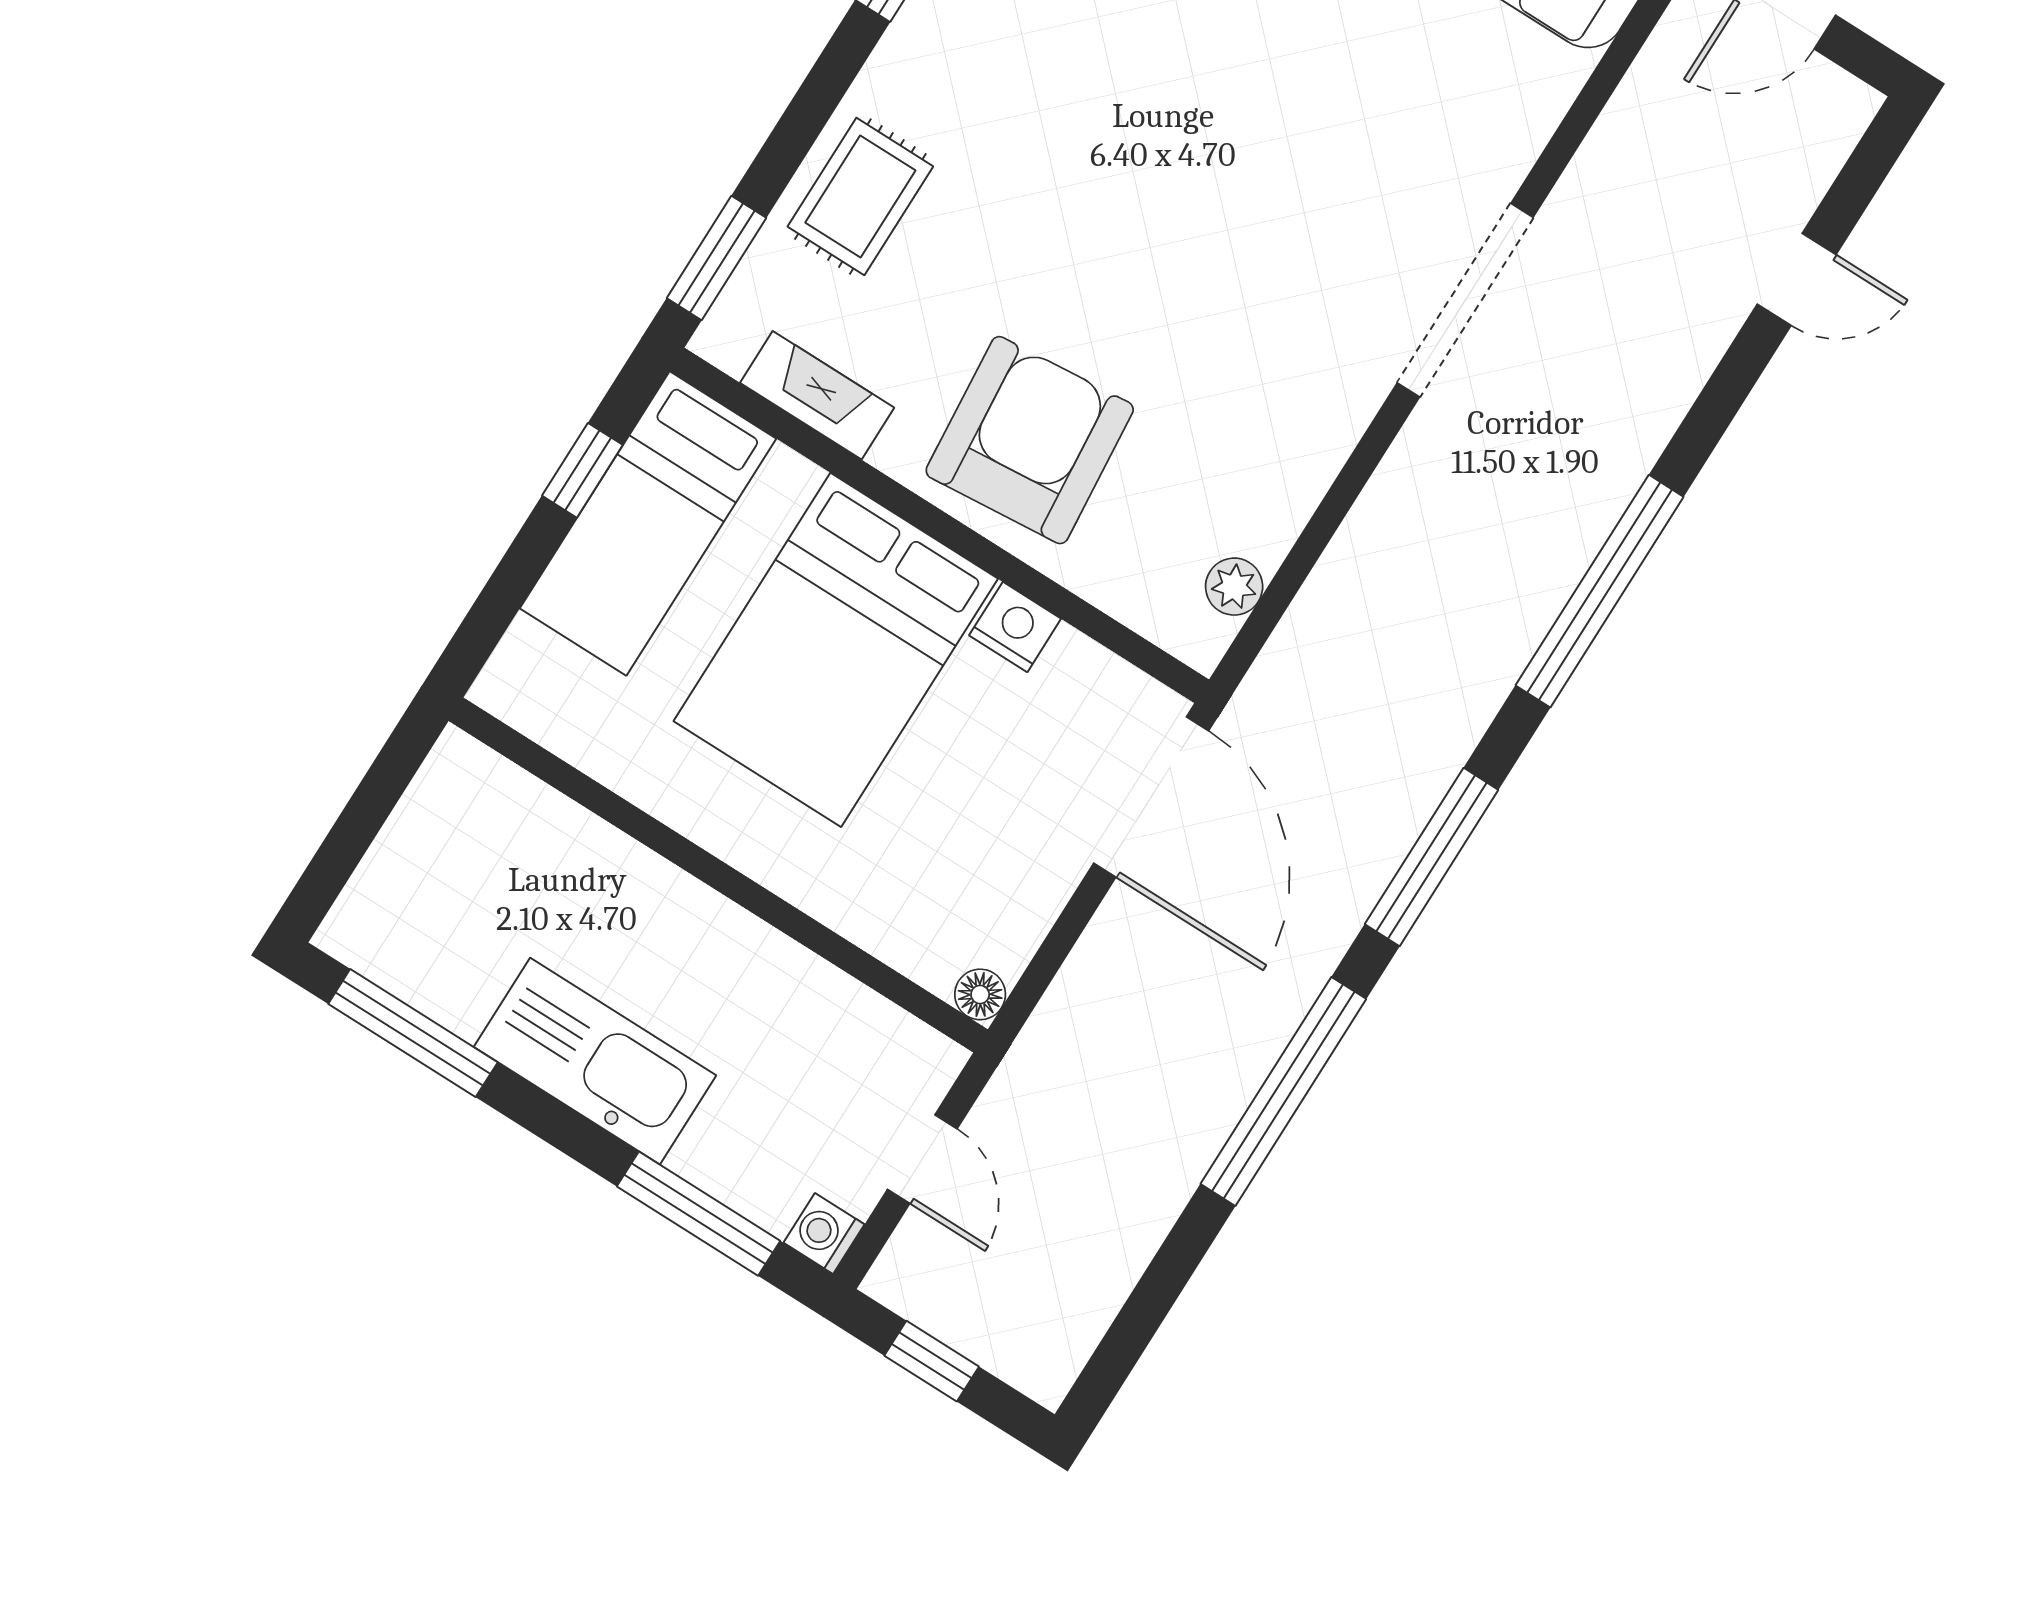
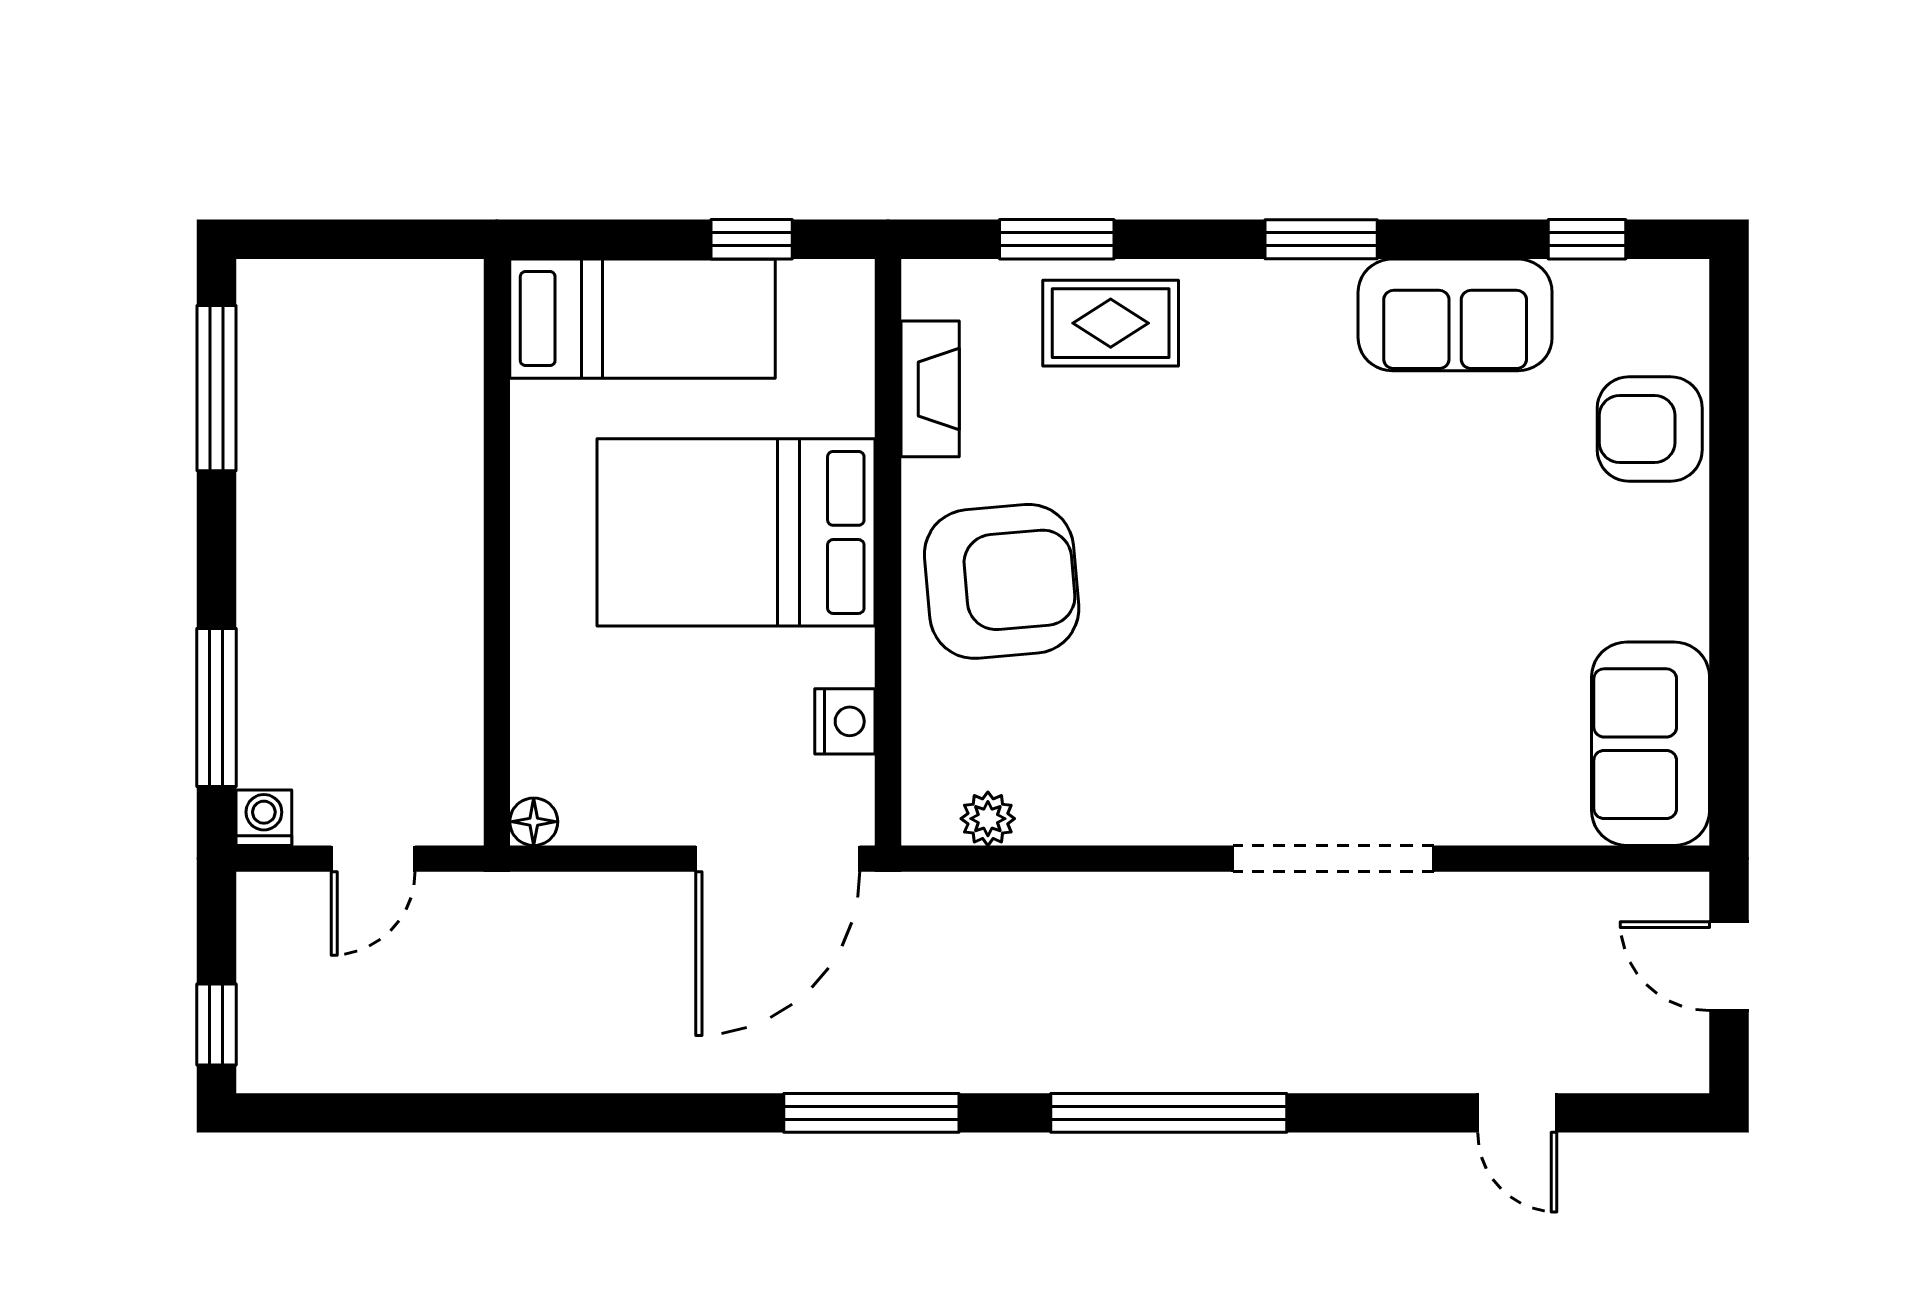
window: (717, 258) -> (1057, 239), moved
bed: (648, 523) -> (643, 319), moved, turned 180
nightstand: (1015, 627) -> (845, 721), moved
kitchen sink: (595, 1061) -> (286, 548), removed
window: (1283, 1091) -> (609, 1113), removed
window: (932, 1361) -> (216, 1025), moved

